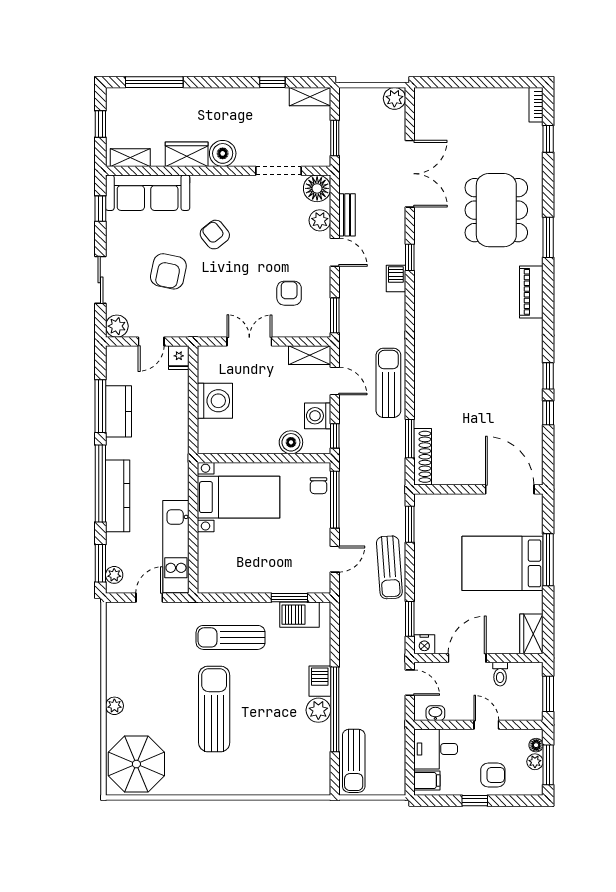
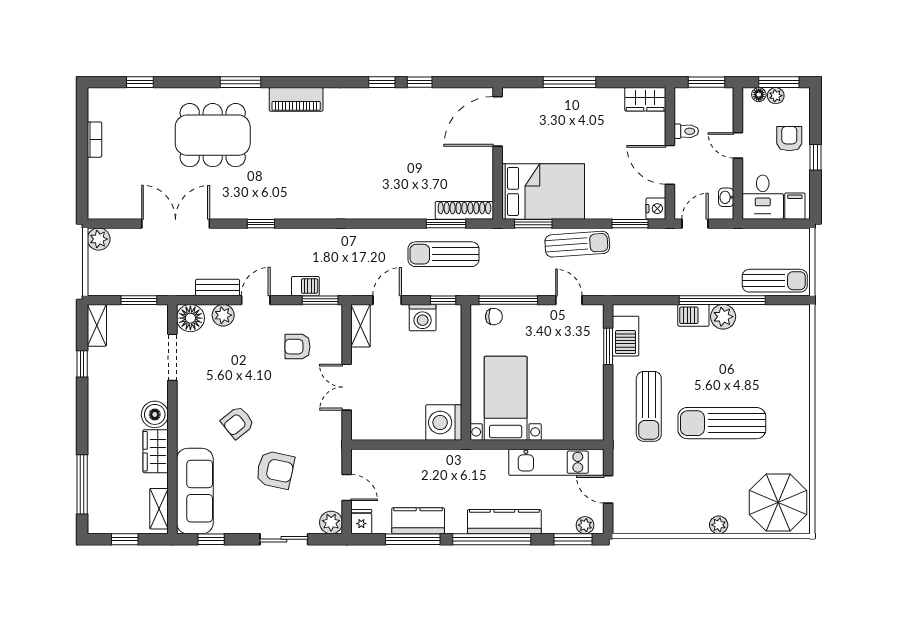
bookcase: (536, 105) -> (94, 140), moved, turned -90
barbecue: (396, 279) -> (305, 286), moved, turned 180
fridge: (179, 358) -> (361, 522), moved, turned -90
sun lounger: (388, 383) -> (444, 254), moved
washing machine: (215, 401) -> (444, 422), moved, turned -90
boiler: (291, 442) -> (450, 345), removed
bed: (503, 563) -> (543, 191), moved, turned -90
door: (486, 725) -> (738, 145), hinge flipped

